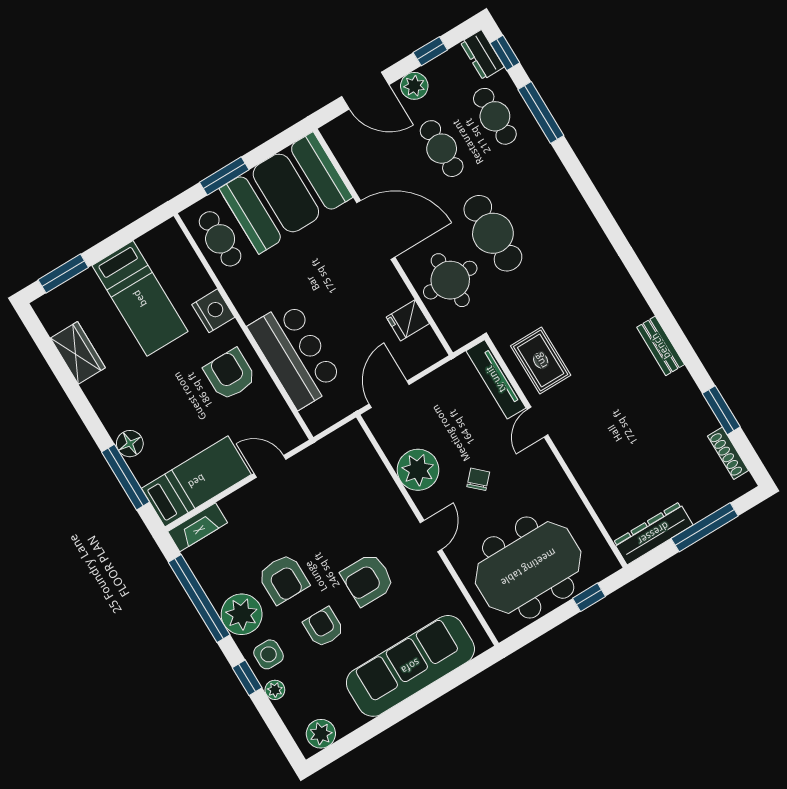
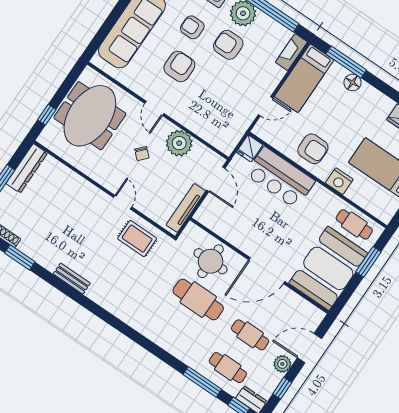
fridge: (408, 320) -> (250, 148), moved, turned 180
tv unit: (496, 379) -> (186, 208), moved, turned -90
armchair: (324, 627) -> (192, 27), turned 180

